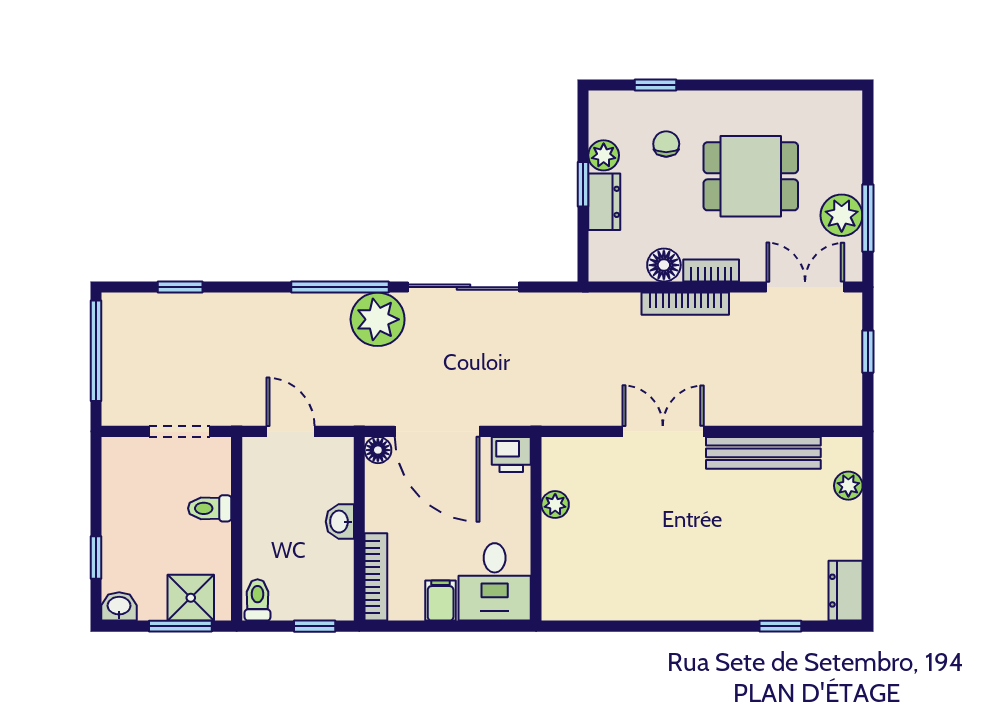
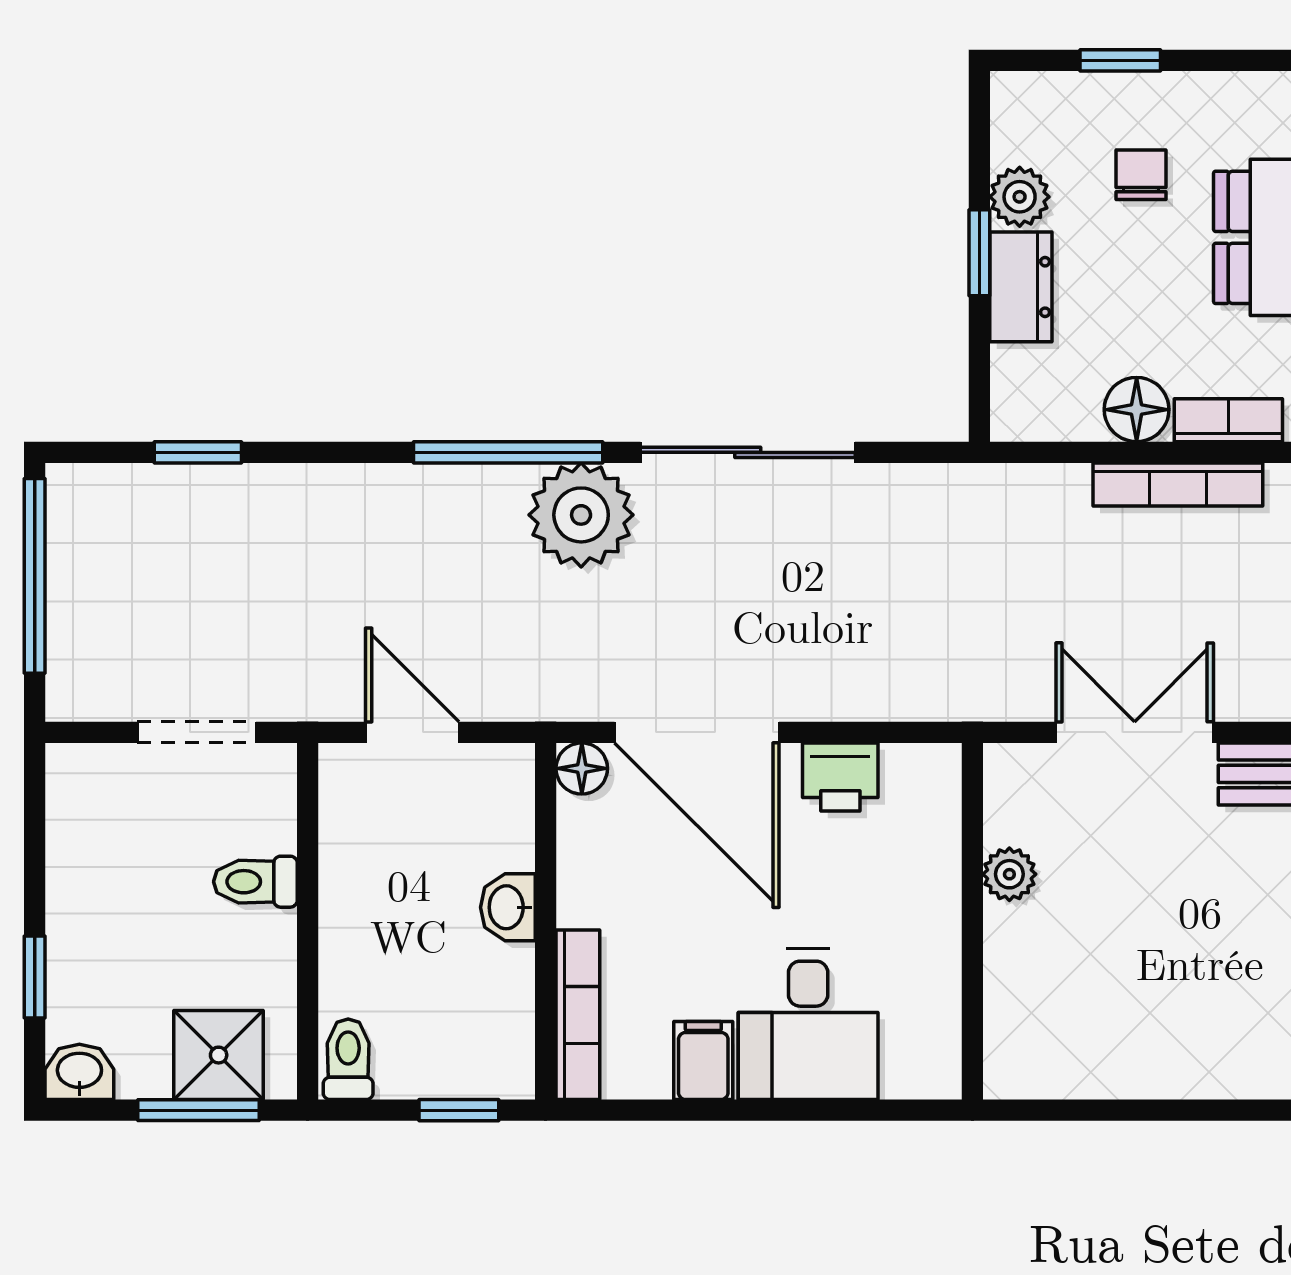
plant: (555, 505) -> (1009, 874), moved
wall: (536, 529) -> (972, 921), moved

